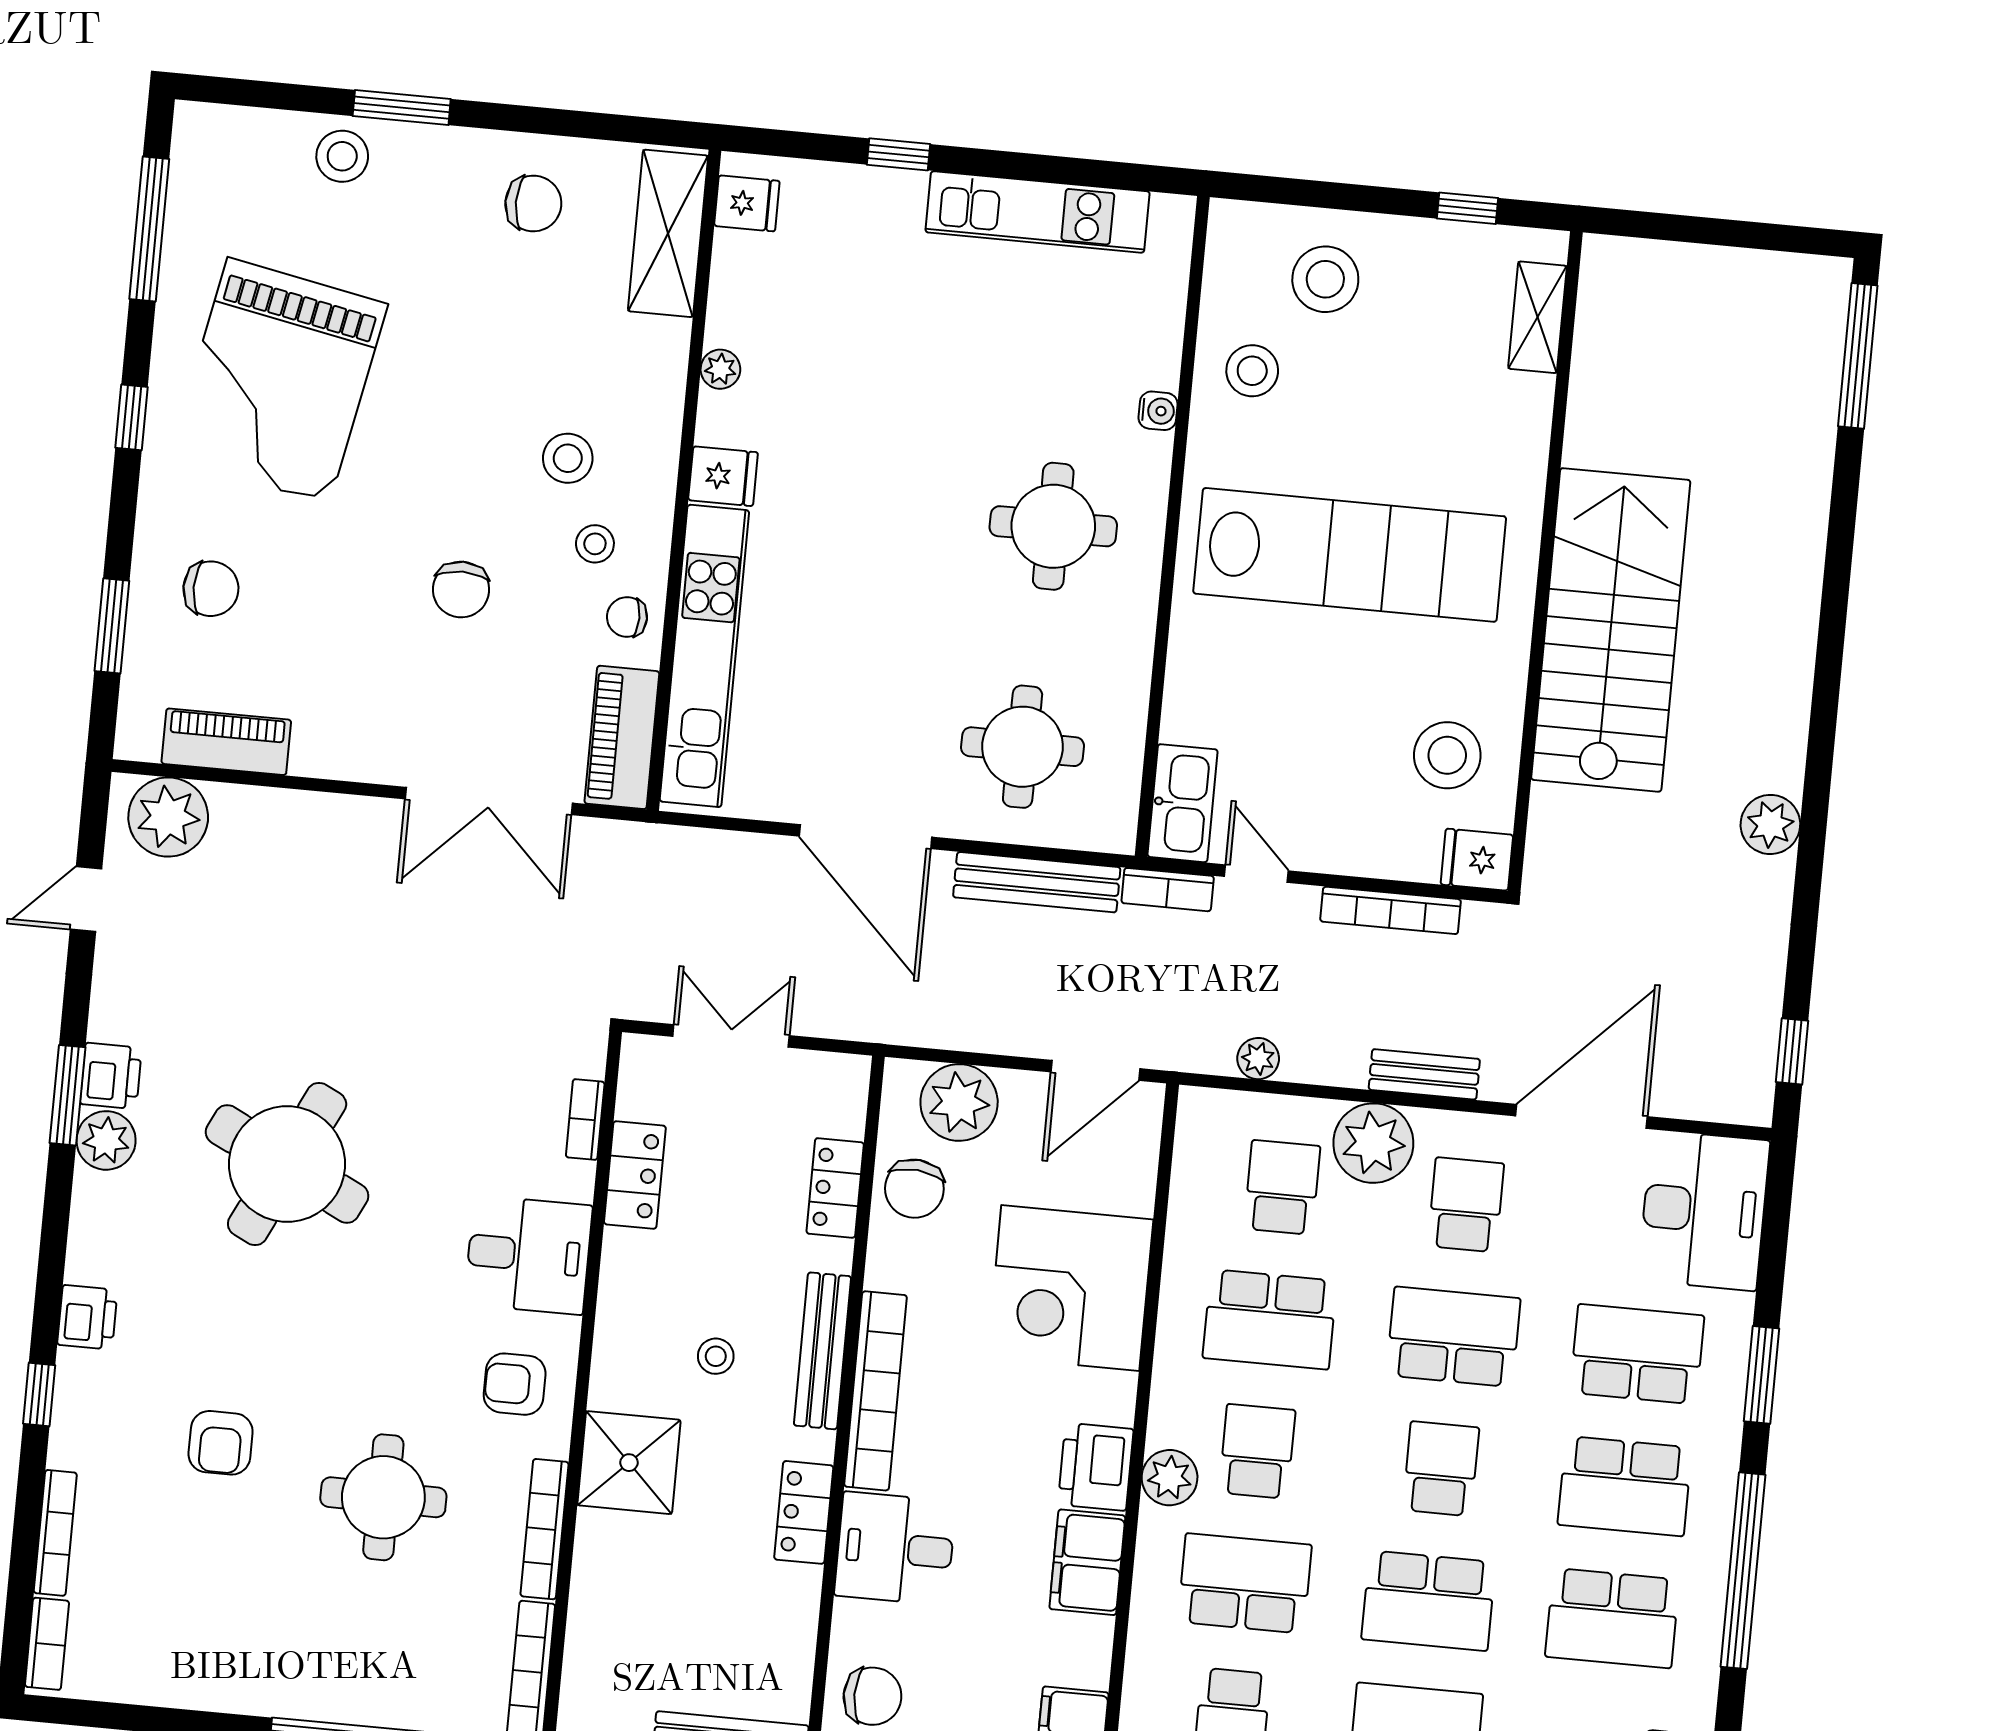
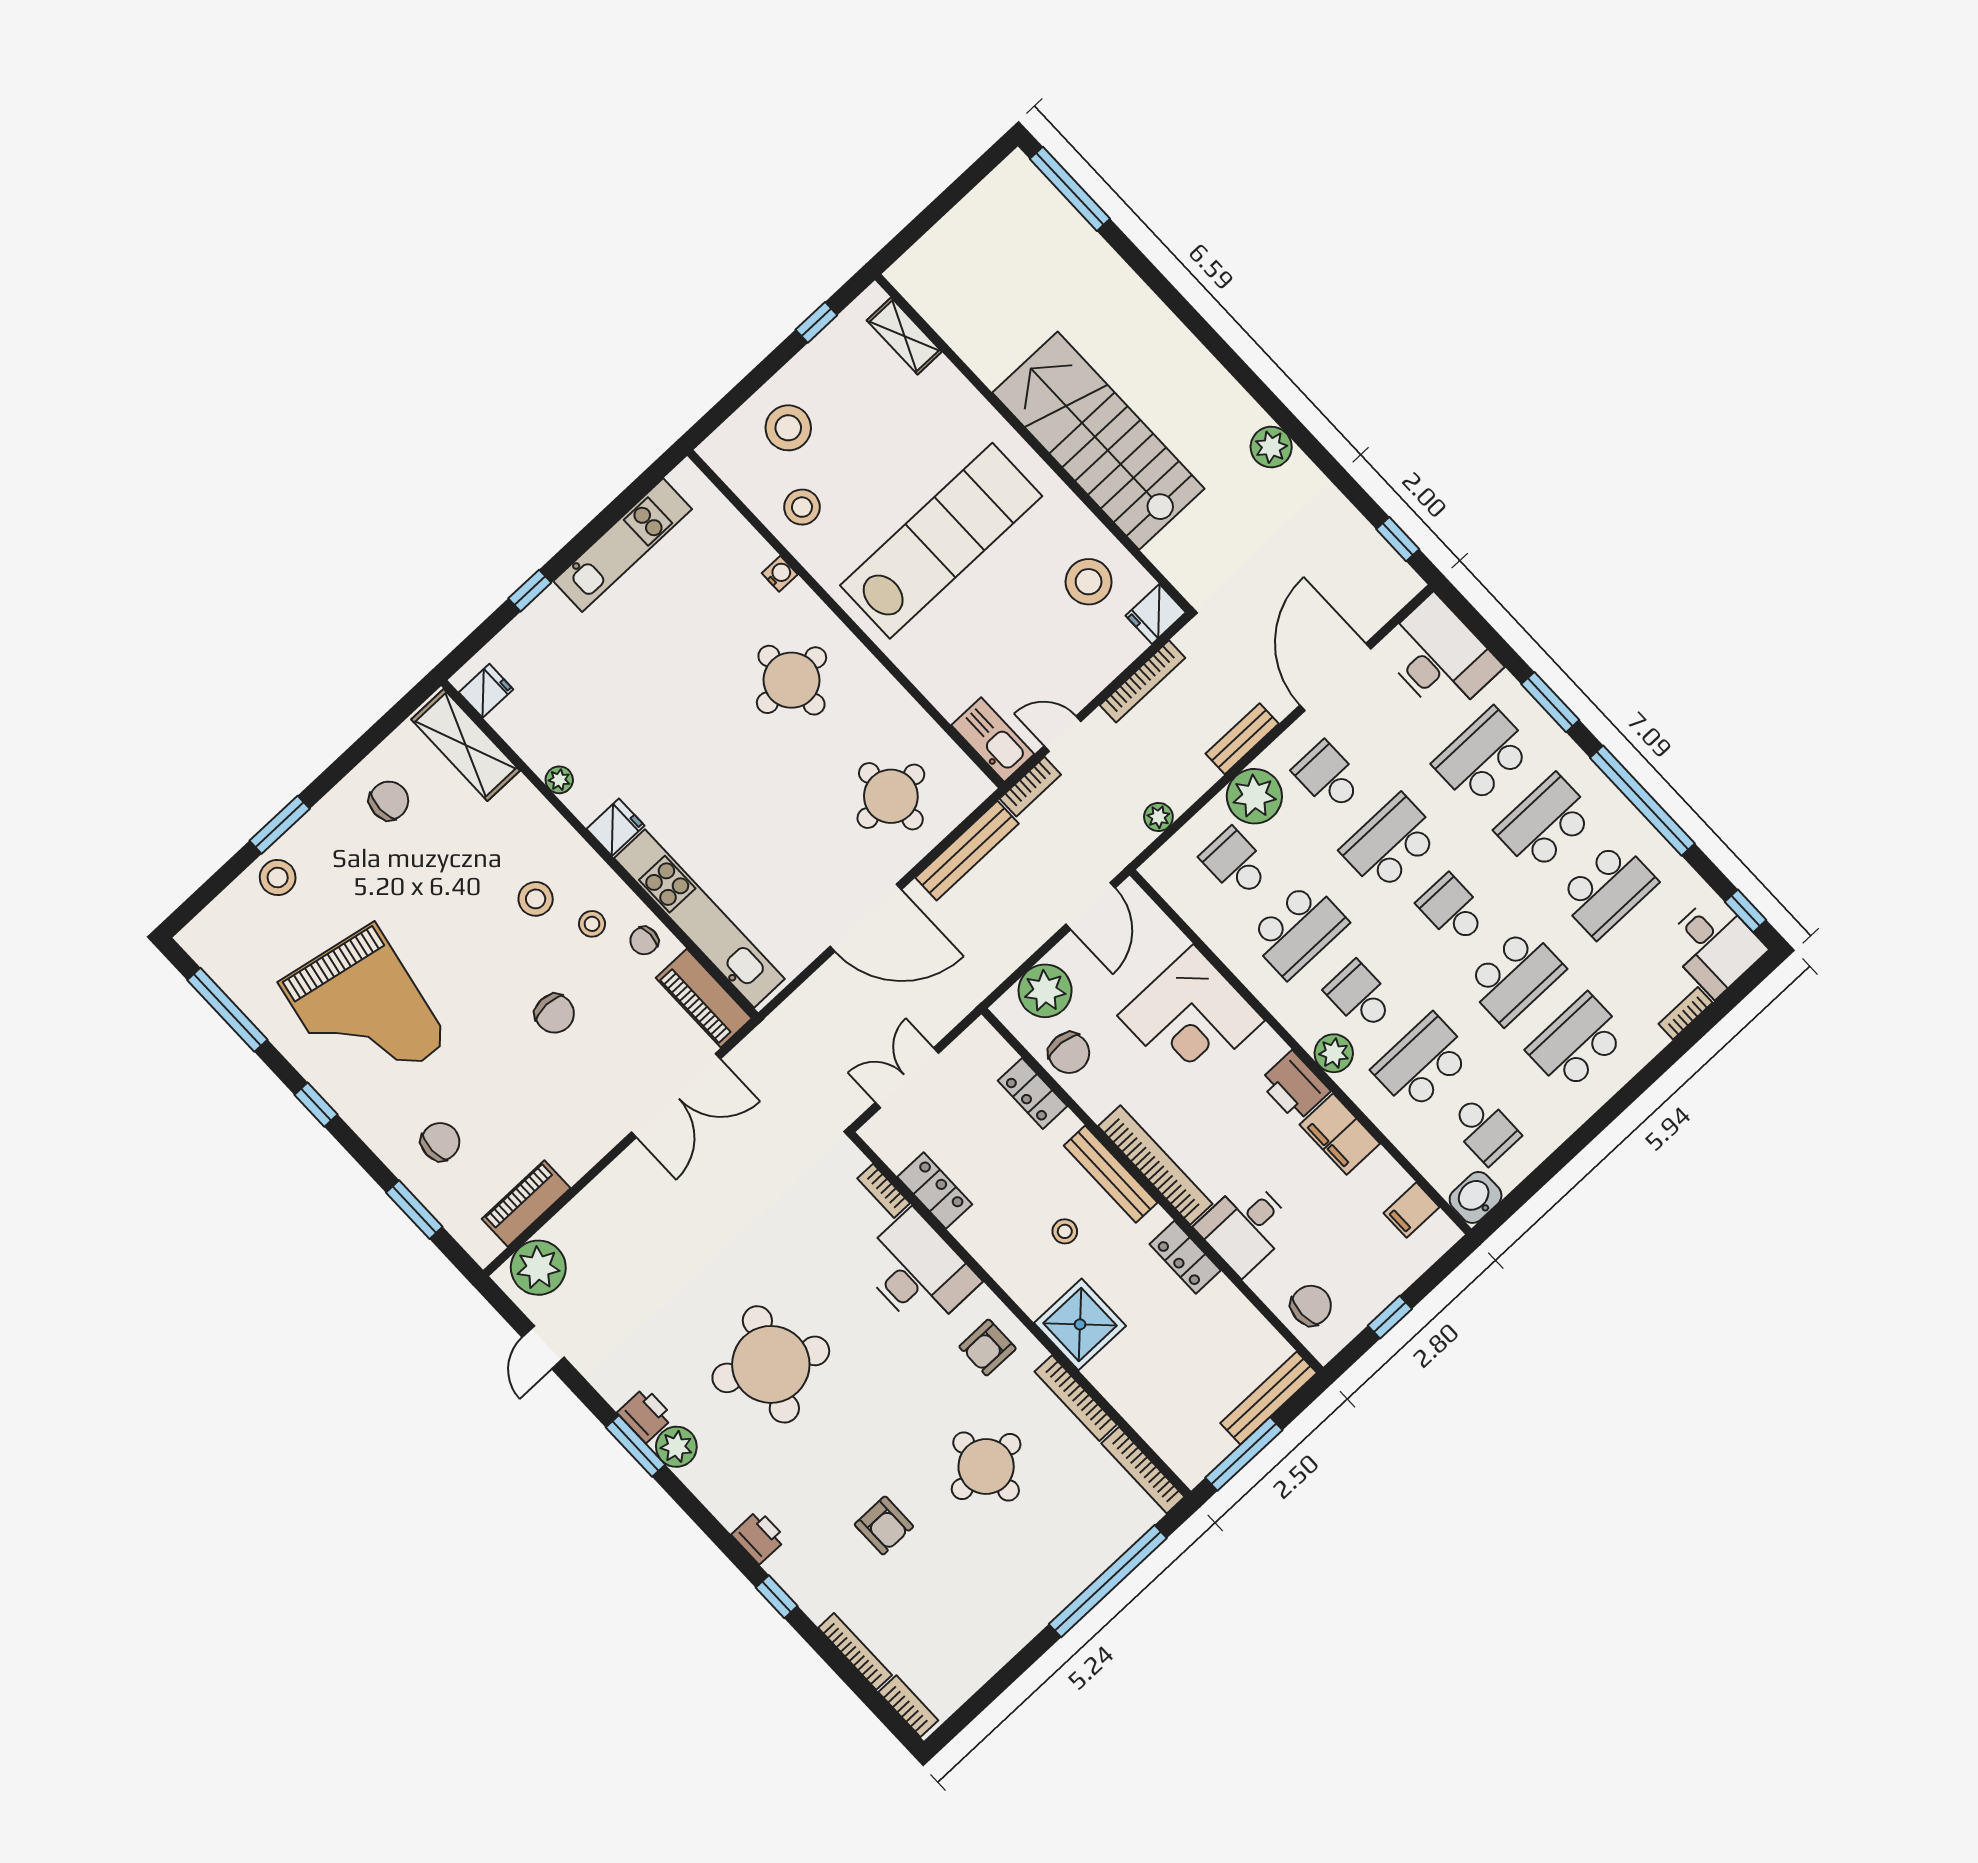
desk: (528, 1255) -> (918, 1271), width x1.37
school desk: (1625, 1486) -> (1545, 823), turned 180

